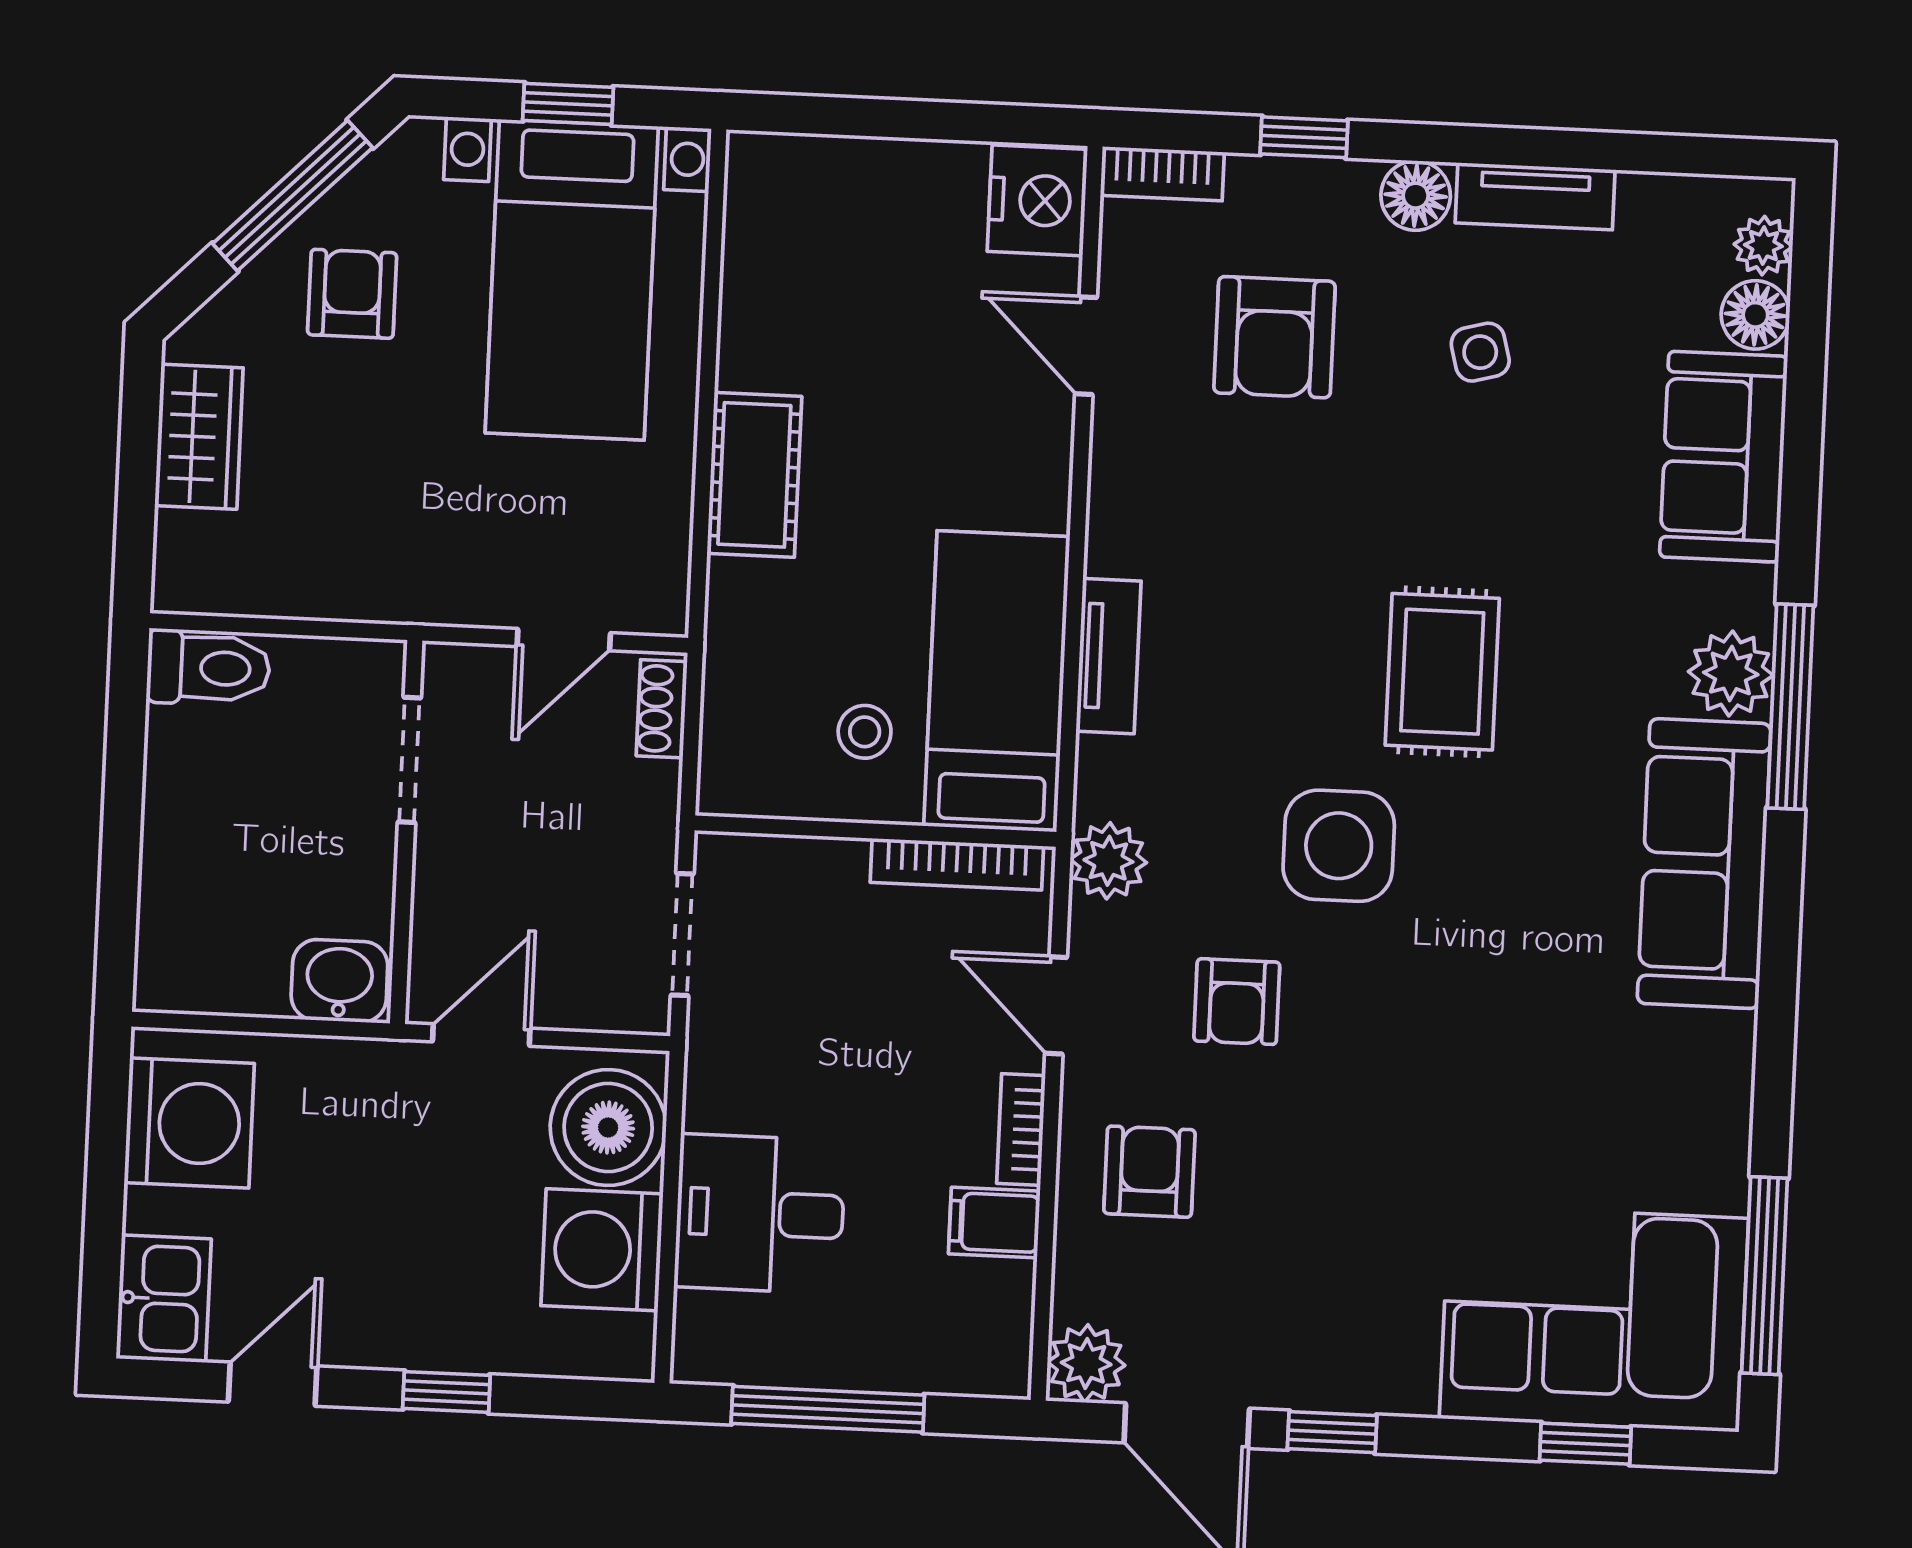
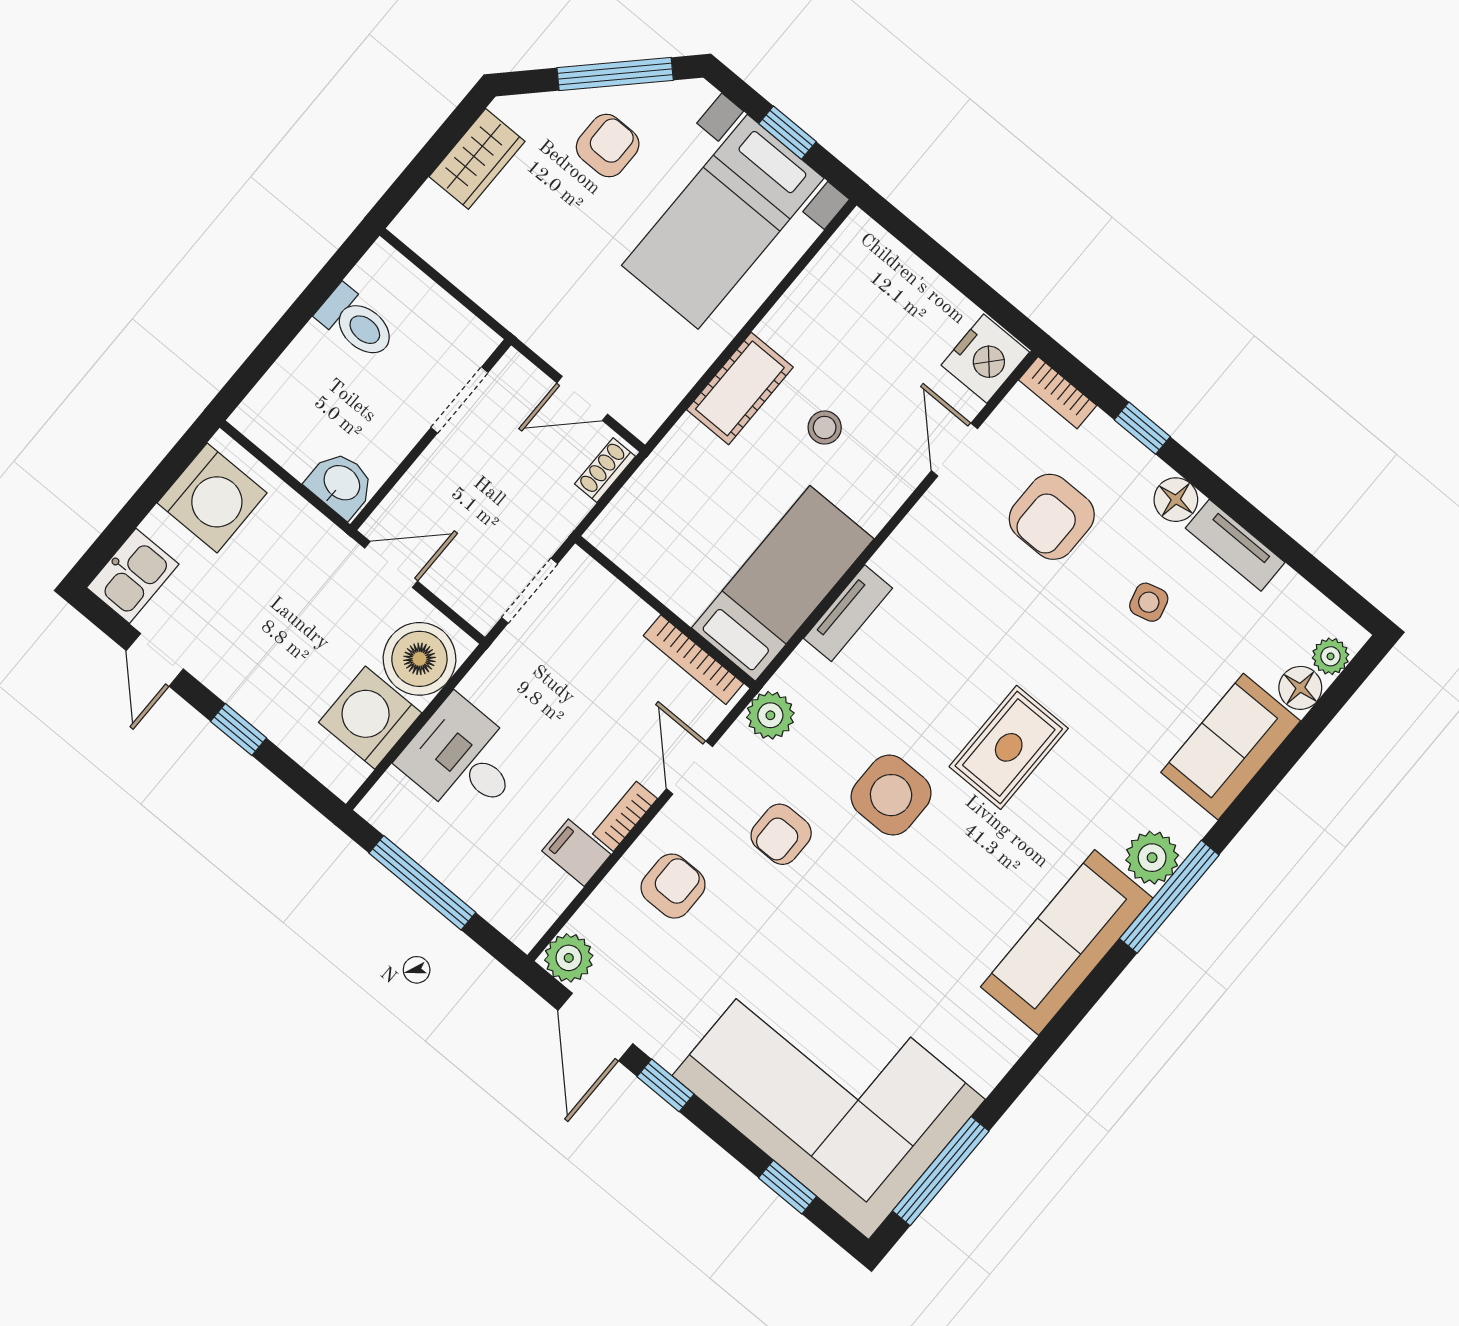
toilet: (208, 668) -> (357, 323), moved
stool: (865, 732) -> (825, 427), moved
corner sofa: (1594, 1318) -> (829, 1087), width x1.36, depth x1.36
door: (273, 1384) -> (155, 660), swing flipped

